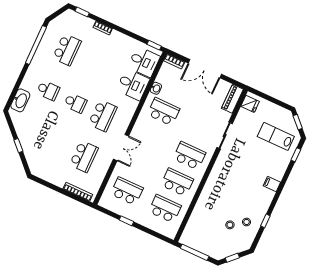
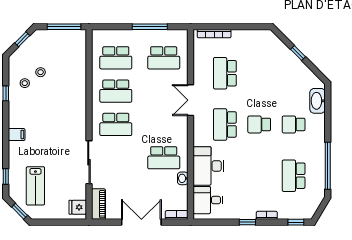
window: (154, 45) -> (247, 222), moved
desk: (133, 85) -> (208, 166), width x1.37
sliding door: (225, 135) -> (89, 162), width x1.37
lab bench: (276, 136) -> (35, 186), turned 90
window: (126, 221) -> (150, 27), width x2.17

